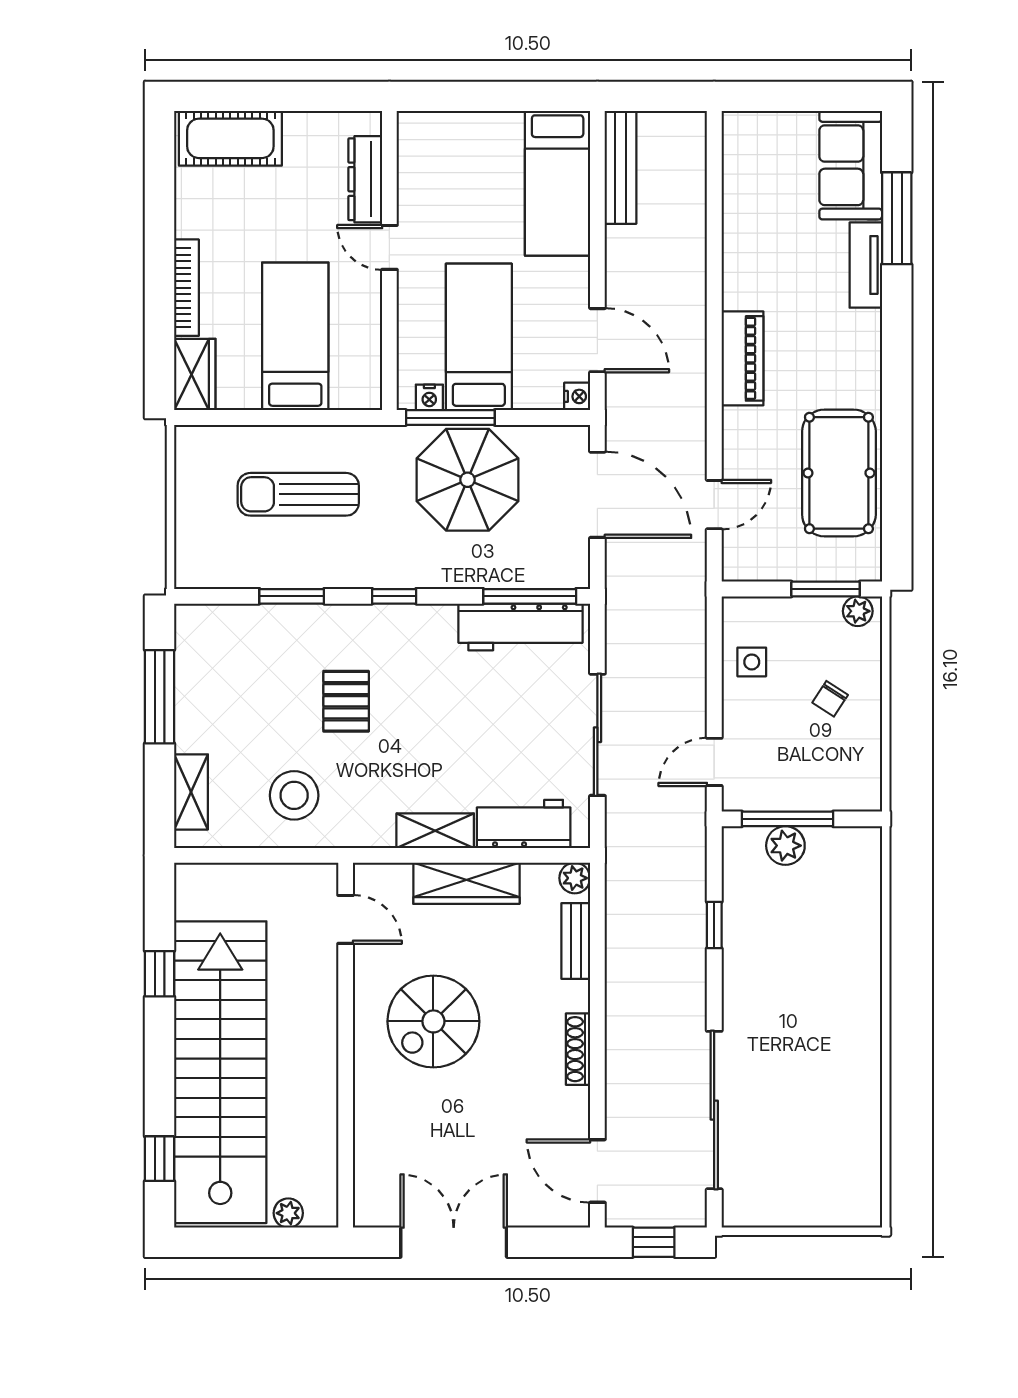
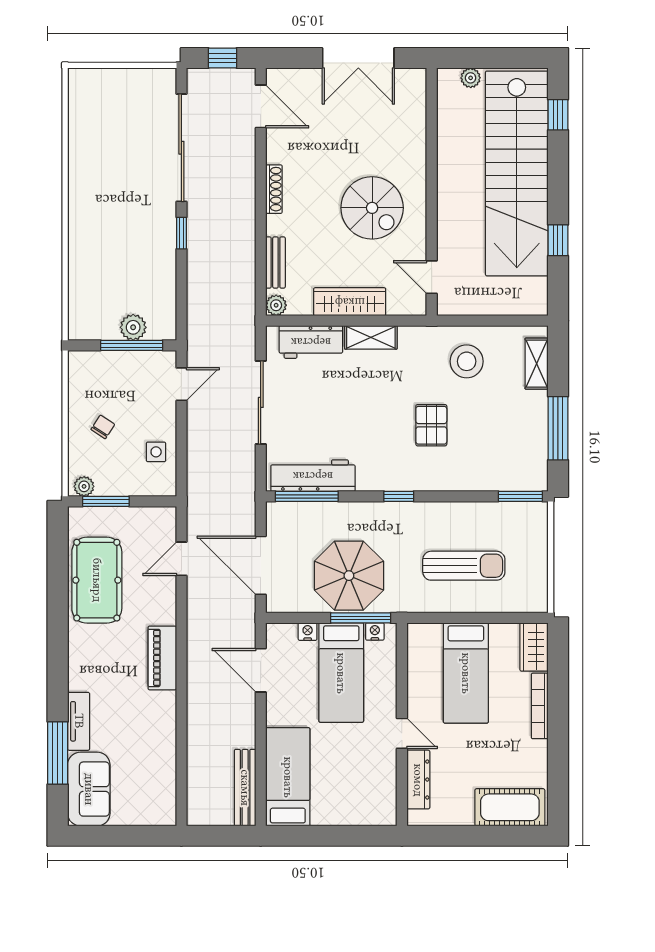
nightstand: (577, 396) -> (308, 632), moved, turned 90
window: (292, 596) -> (520, 496), moved
window: (714, 925) -> (181, 233), moved
spiral stairs: (433, 1021) -> (372, 208), turned 90

